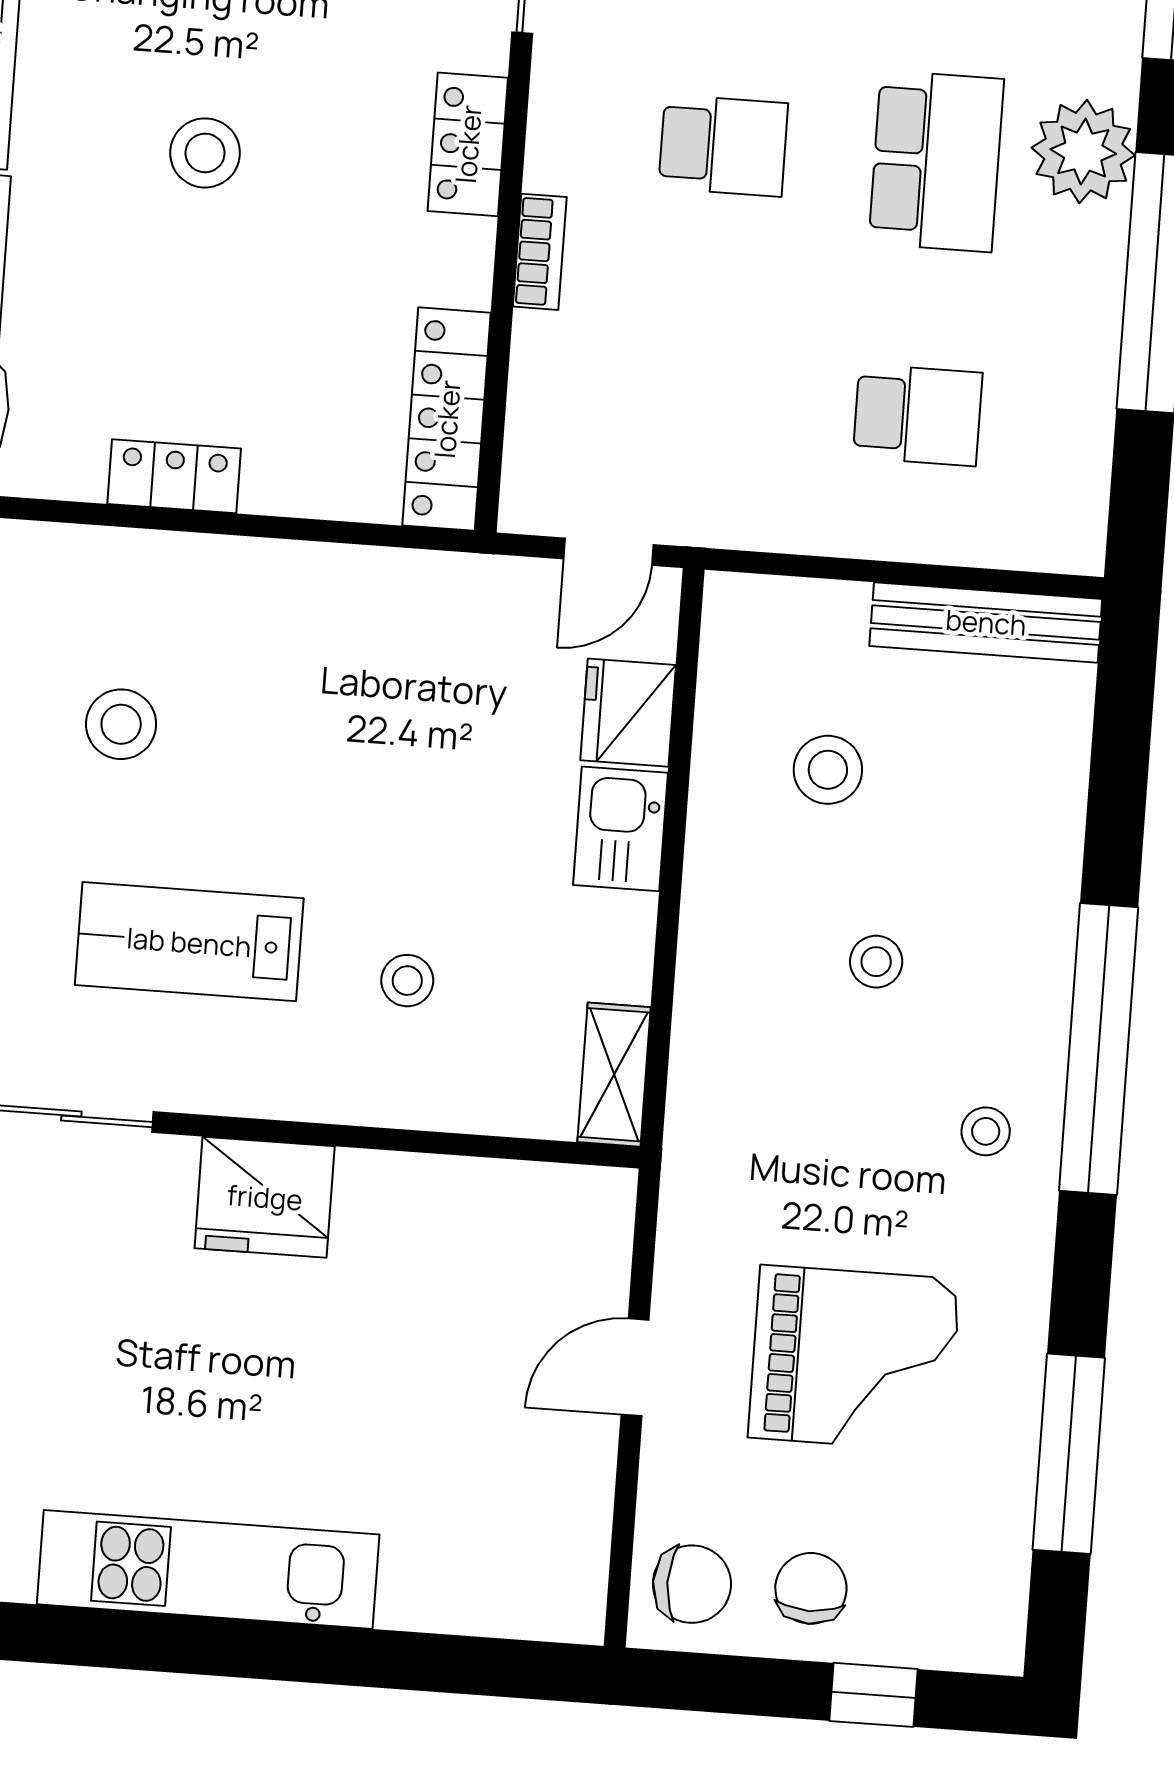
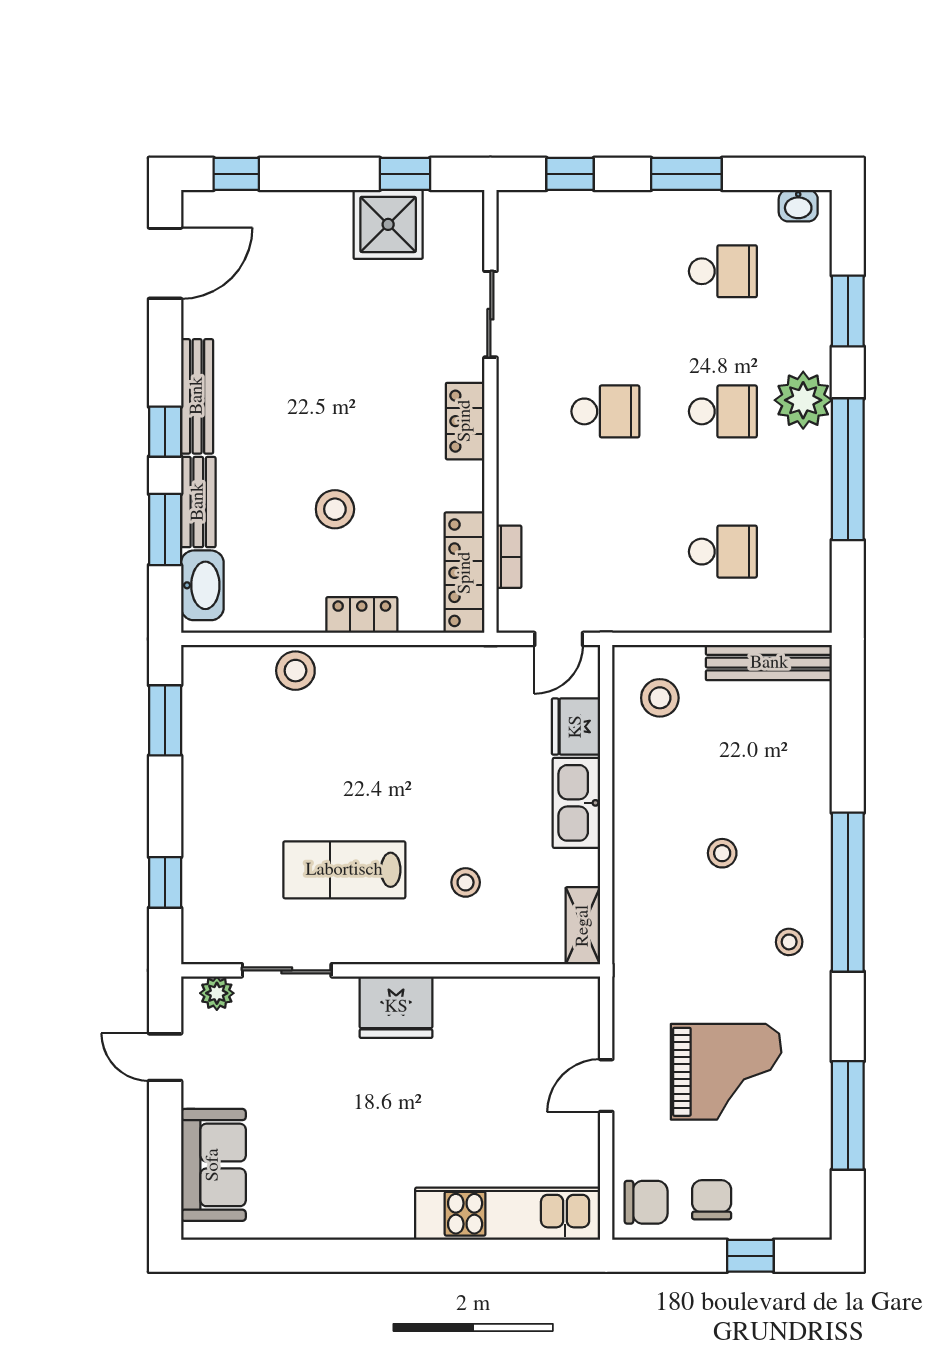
stool: (205, 153) -> (335, 509), moved
school desk: (936, 161) -> (723, 411), width x0.54
bookcase: (540, 252) -> (509, 557), moved
locker: (174, 476) -> (362, 615), moved
stool: (121, 724) -> (295, 671), moved
stool: (828, 770) -> (660, 698), moved
kitchen sink: (620, 829) -> (576, 803), width x1.38
kitchen unit: (208, 1569) -> (508, 1214), moved

